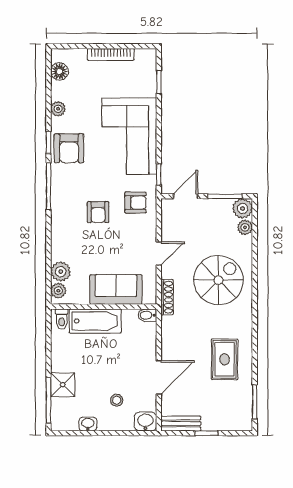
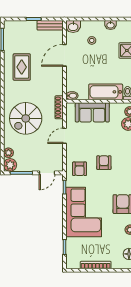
armchair: (135, 203) -> (80, 169), turned -90

